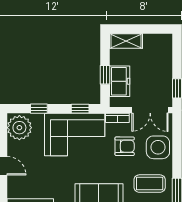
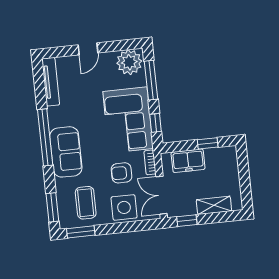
shelving: (126, 41) -> (214, 205), moved, turned 90
window: (105, 75) -> (208, 143), moved
window: (39, 109) -> (151, 80), width x2.17
armchair: (125, 146) -> (121, 173), turned 90

